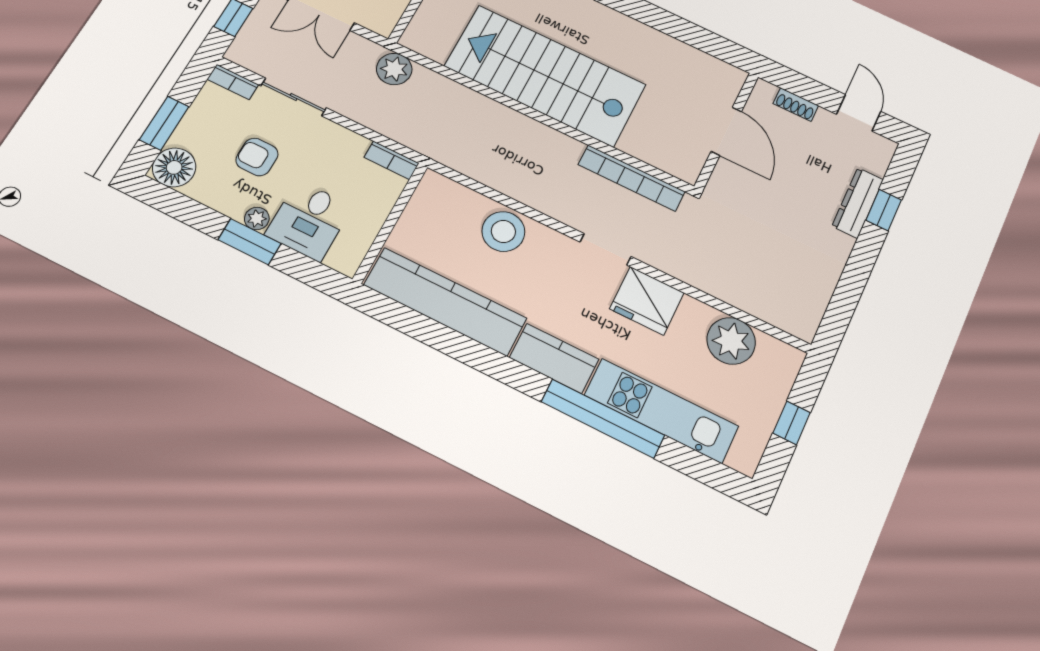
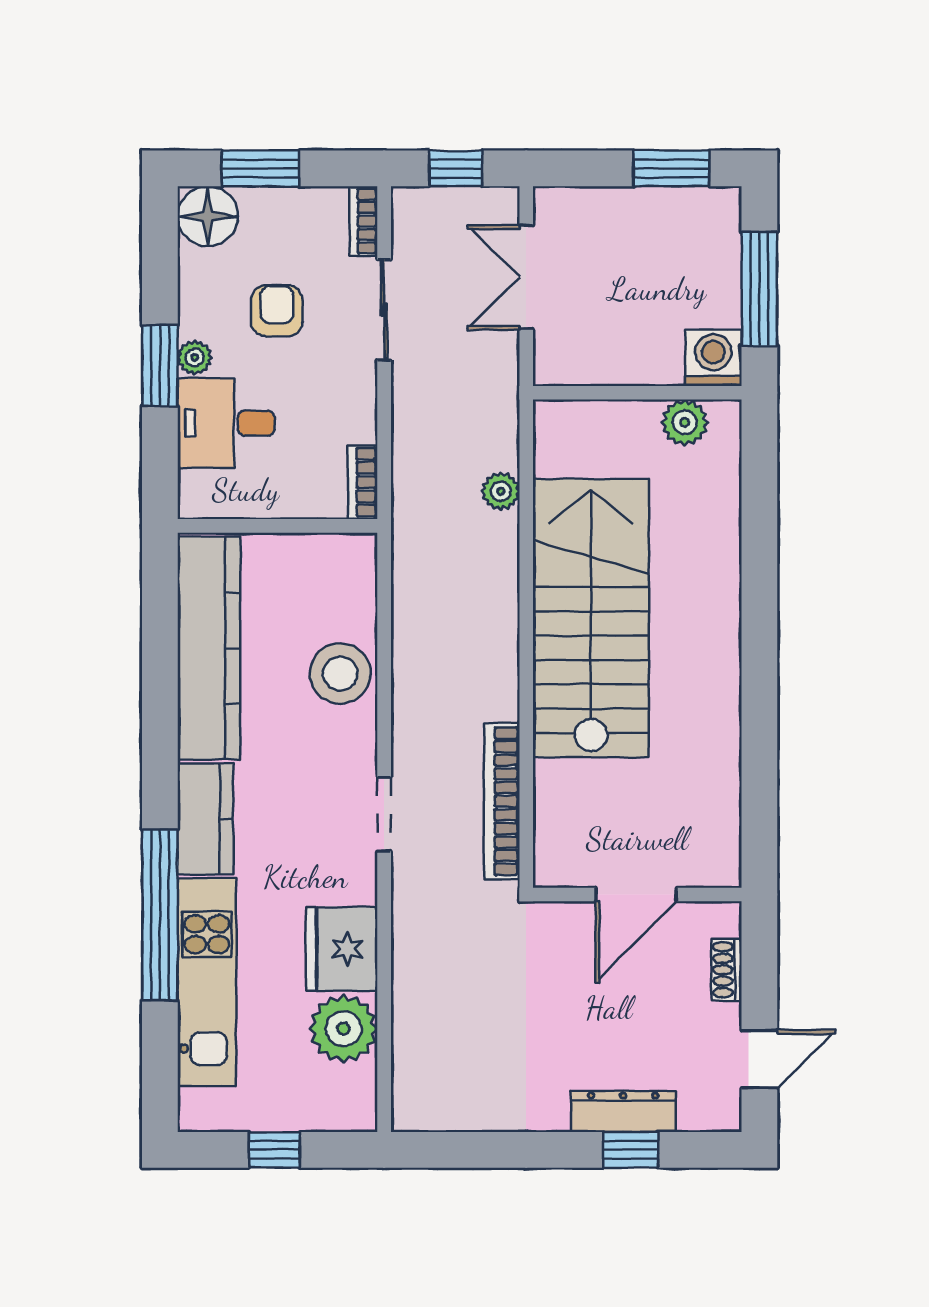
plant: (394, 69) -> (501, 491), moved, width x0.73, depth x0.73
fridge: (647, 301) -> (342, 949), moved

